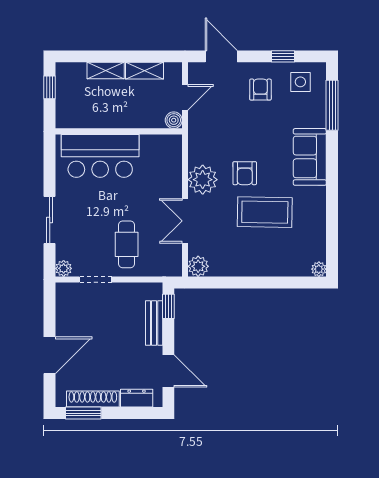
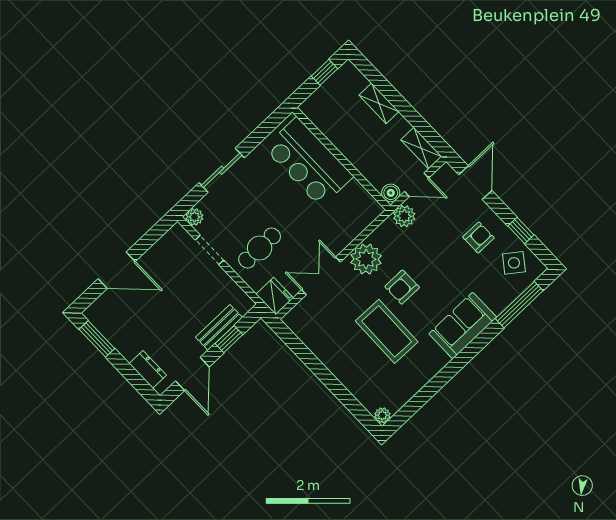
shelving: (144, 71) -> (421, 148), moved
side table: (300, 82) -> (514, 263), turned 37
fridge: (169, 265) -> (275, 296), added
plant: (198, 266) -> (404, 216), moved
window: (168, 306) -> (229, 339), moved
shoe rack: (93, 399) -> (115, 336), removed

